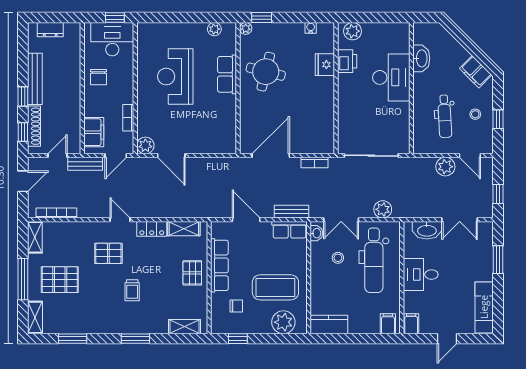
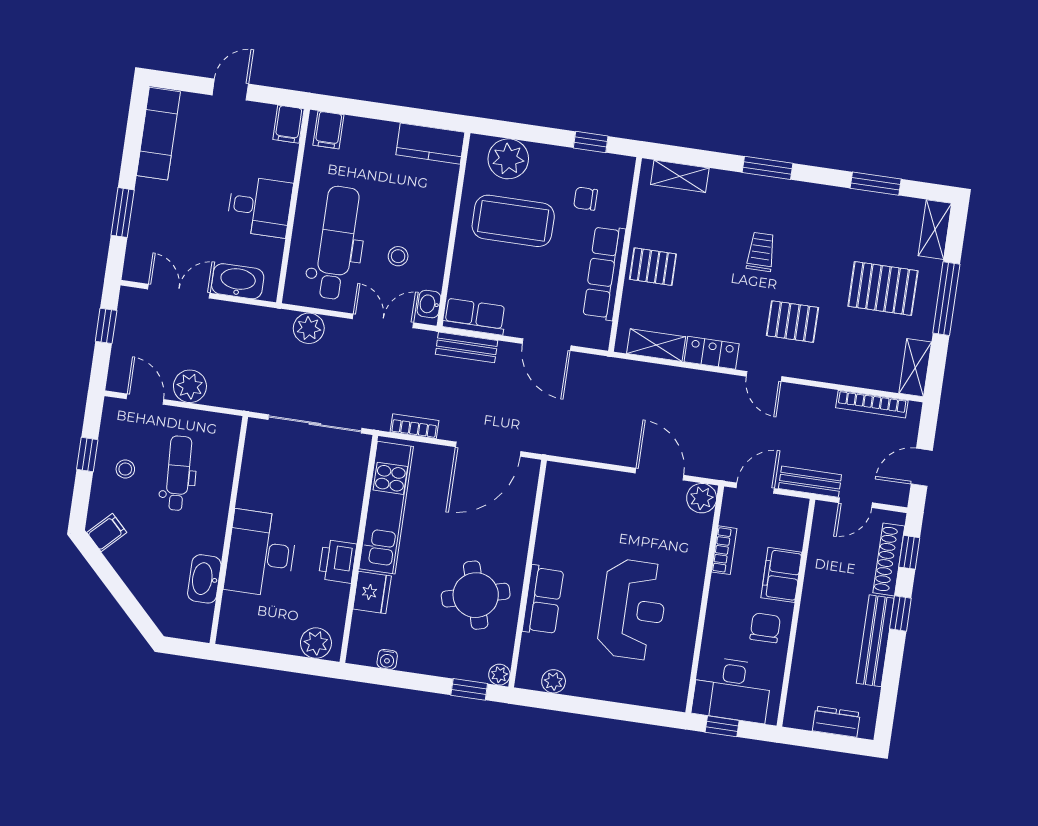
printer: (347, 61) -> (338, 561), moved
round table: (266, 72) -> (476, 595), turned -30
filing cabinet: (476, 72) -> (107, 533), width x0.50
kitchen unit: (324, 114) -> (386, 508), added
filing cabinet: (94, 132) -> (781, 575), moved
pallet: (192, 273) -> (653, 267), turned 90

